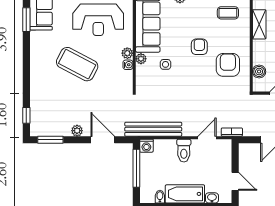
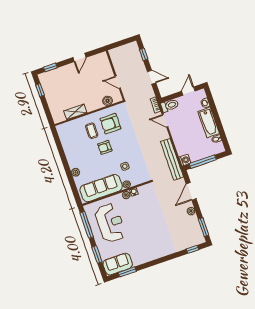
coffee table: (228, 13) -> (92, 131), moved
coffee table: (77, 64) -> (146, 227), removed
toilet: (184, 151) -> (170, 106), moved

